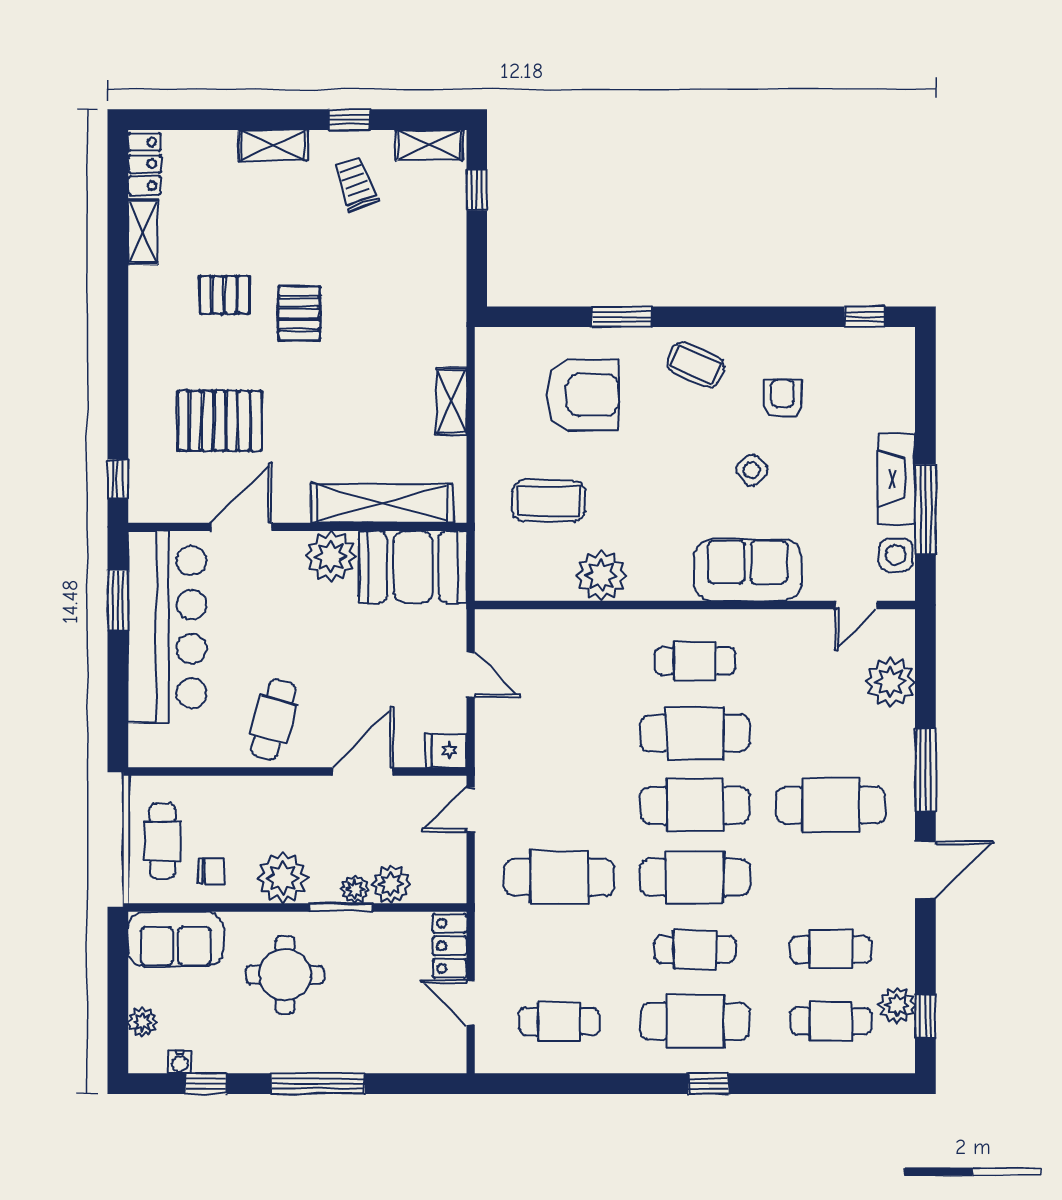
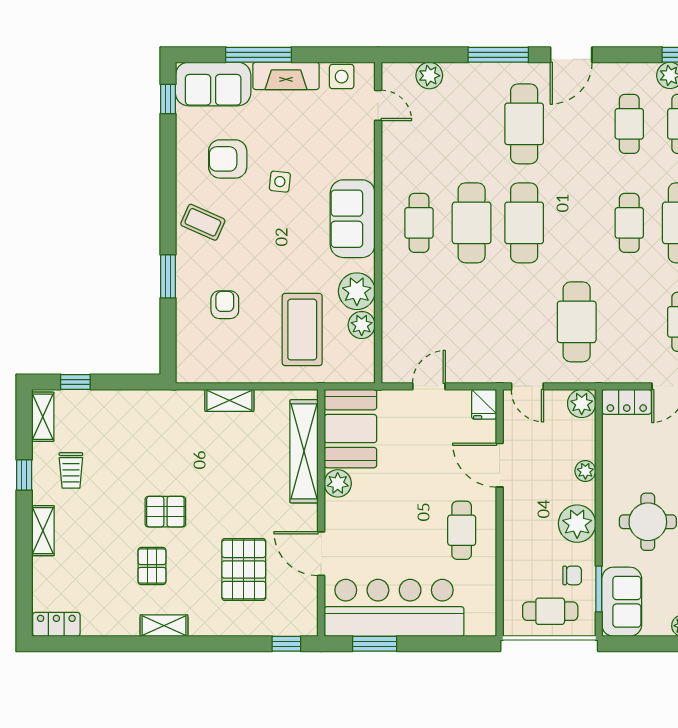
trolley: (356, 184) -> (71, 470), turned -70
shelving: (143, 232) -> (164, 626), moved
coffee table: (696, 365) -> (203, 222), turned 90
sofa: (885, 379) -> (213, 84), added
armchair: (583, 395) -> (225, 305), width x0.53, depth x0.53
armchair: (783, 399) -> (228, 159), width x1.38, depth x1.38
side table: (752, 470) -> (280, 182), turned 45
coffee table: (549, 501) -> (302, 330), width x1.36, depth x1.32
window: (925, 510) -> (258, 55), moved
plant: (331, 556) -> (338, 483), width x0.73, depth x0.73
sofa: (748, 570) -> (353, 219), moved
plant: (555, 582) -> (362, 325), added
plant: (890, 682) -> (429, 76), width x0.73, depth x0.73
cafe table: (273, 720) -> (462, 530), turned 74
door: (925, 870) -> (571, 55), swing flipped
chair: (212, 871) -> (572, 575), turned 90
cafe table: (695, 877) -> (577, 223), removed
plant: (391, 884) -> (582, 404), moved
window: (341, 908) -> (599, 589), moved

